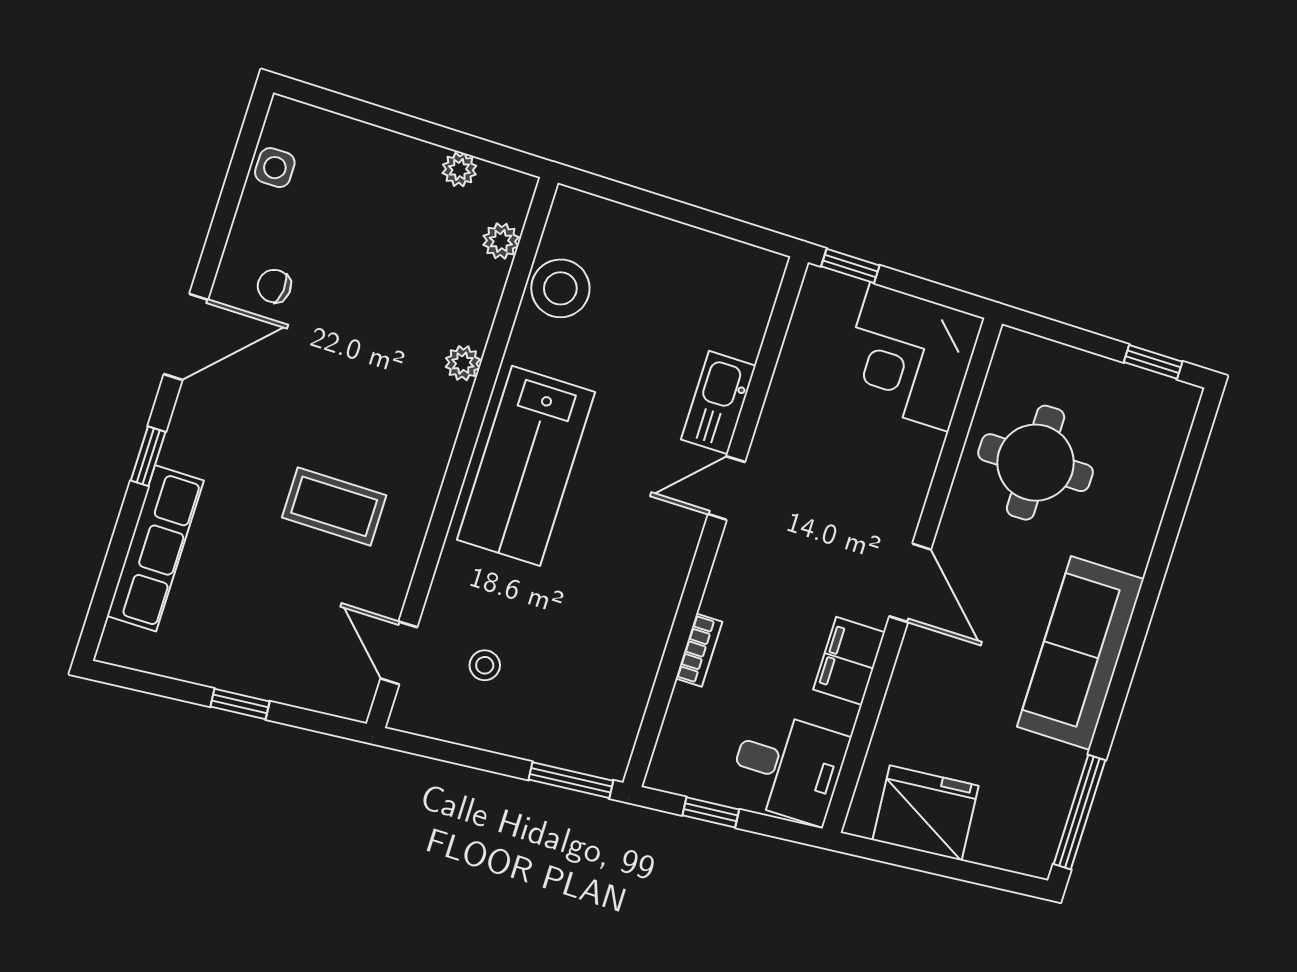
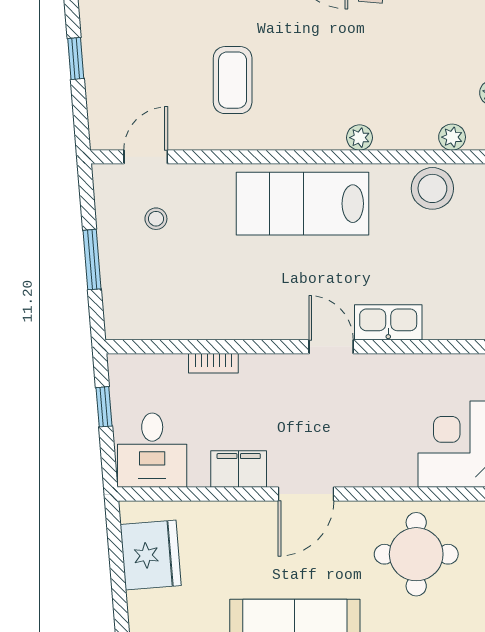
window: (571, 780) -> (92, 260), moved

